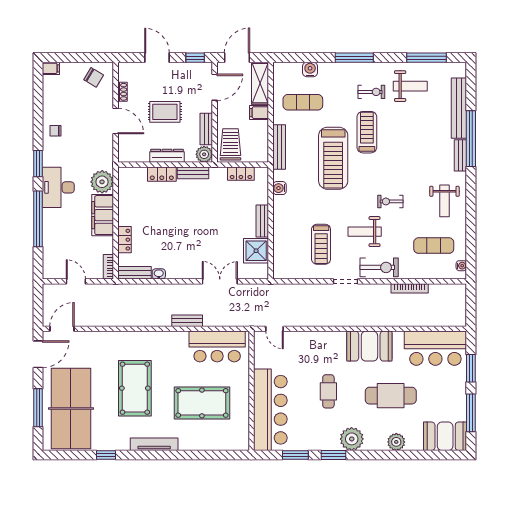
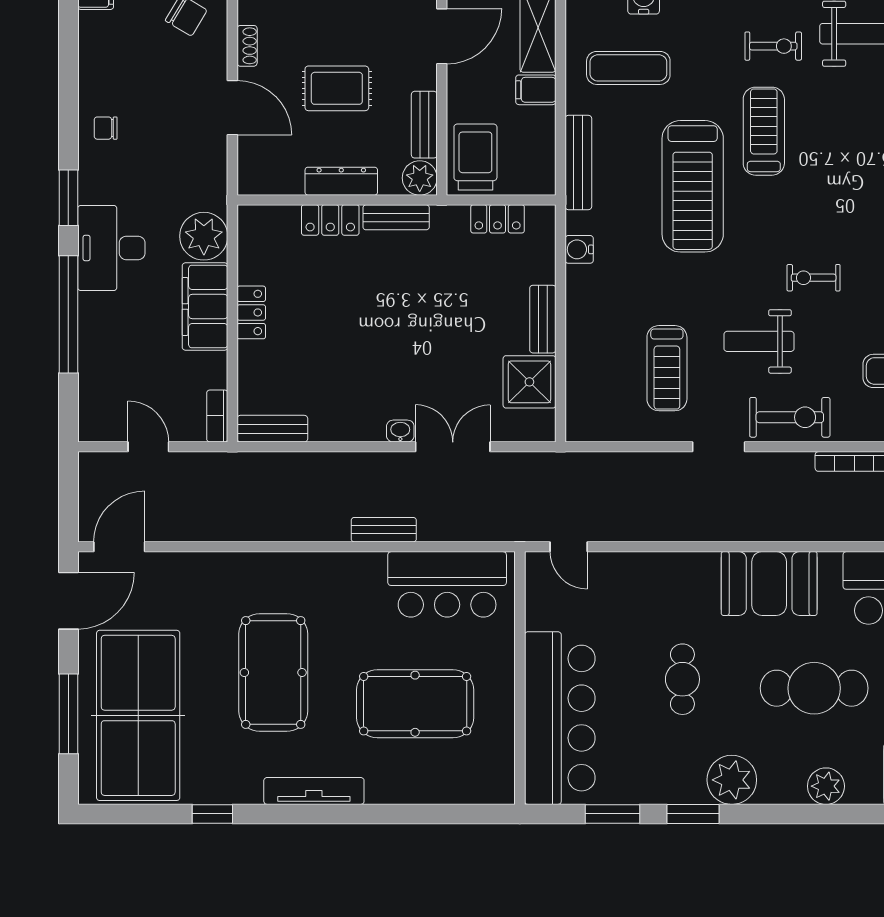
locker: (124, 240) -> (251, 312), moved
washbasin: (159, 274) -> (400, 431), moved

